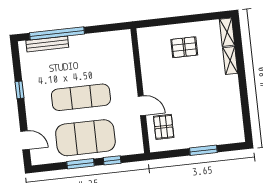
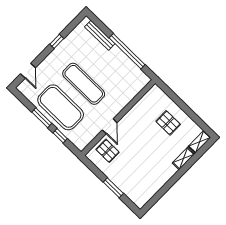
window: (57, 33) -> (127, 51), moved
pallet: (164, 127) -> (108, 151), turned 90

